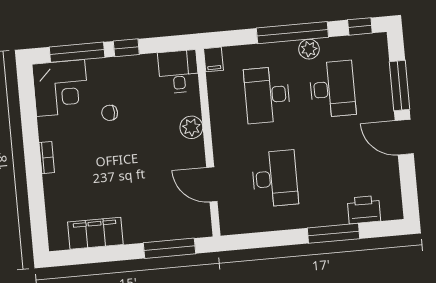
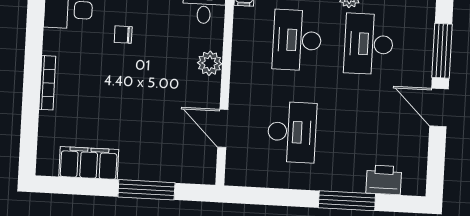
desk: (332, 89) -> (369, 44), turned 180
bookcase: (47, 158) -> (47, 83), width x1.56
window: (170, 248) -> (146, 190), moved

